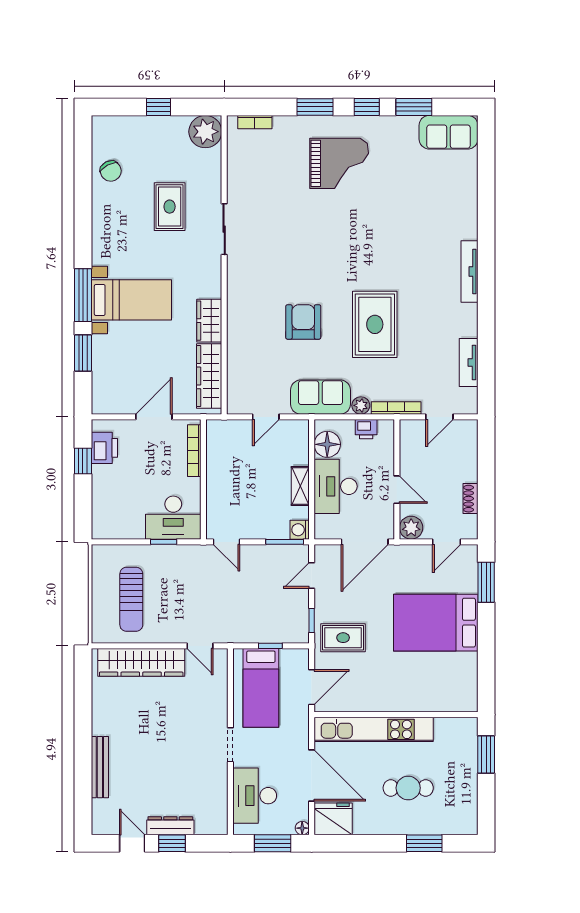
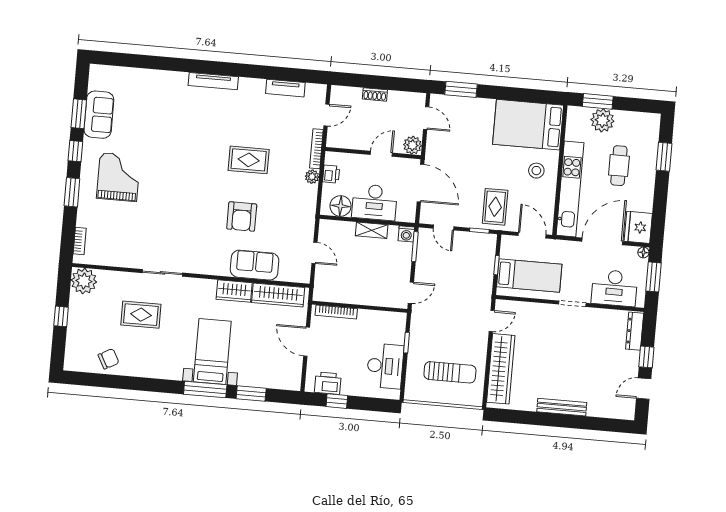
sofa: (449, 132) -> (99, 115), moved
armchair: (303, 322) -> (242, 217), turned -90
rug: (375, 324) -> (249, 160), width x0.73, depth x0.70
sofa: (320, 397) -> (255, 265), moved, turned 90
door: (439, 417) -> (326, 115), hinge flipped
shoe rack: (470, 499) -> (375, 94), moved
desk: (173, 518) -> (385, 366), moved
bed: (436, 623) -> (528, 125), moved, turned 90
stool: (393, 685) -> (536, 171), added
plant: (463, 762) -> (602, 120), added
bench: (100, 767) -> (562, 407), moved
dresser: (170, 826) -> (635, 331), moved

